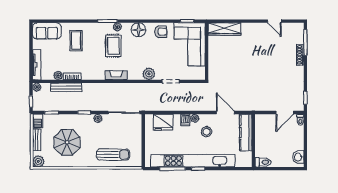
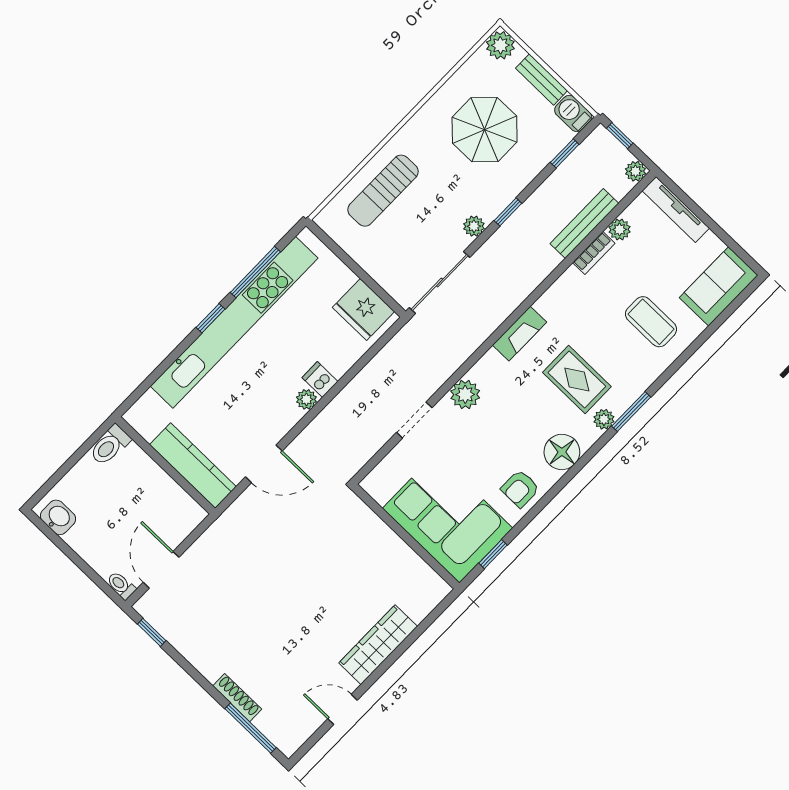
wardrobe: (225, 29) -> (378, 645), moved
fridge: (163, 122) -> (363, 310), moved, turned -90
stool: (207, 132) -> (262, 397), removed

